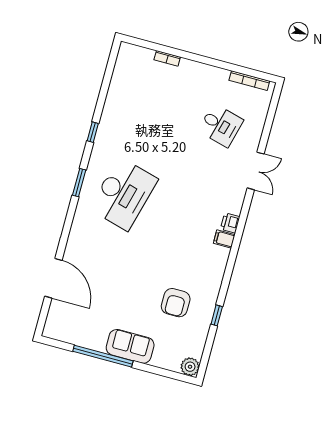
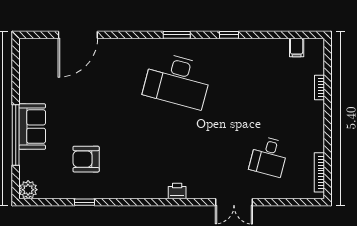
filing cabinet: (224, 239) -> (297, 47), moved, turned 180
window: (103, 356) -> (16, 135), moved

